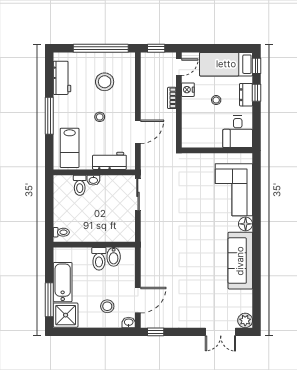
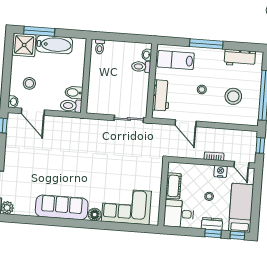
cot: (208, 140) -> (173, 186), added
washbasin: (93, 180) -> (147, 55), moved
toilet: (99, 259) -> (71, 106), moved

